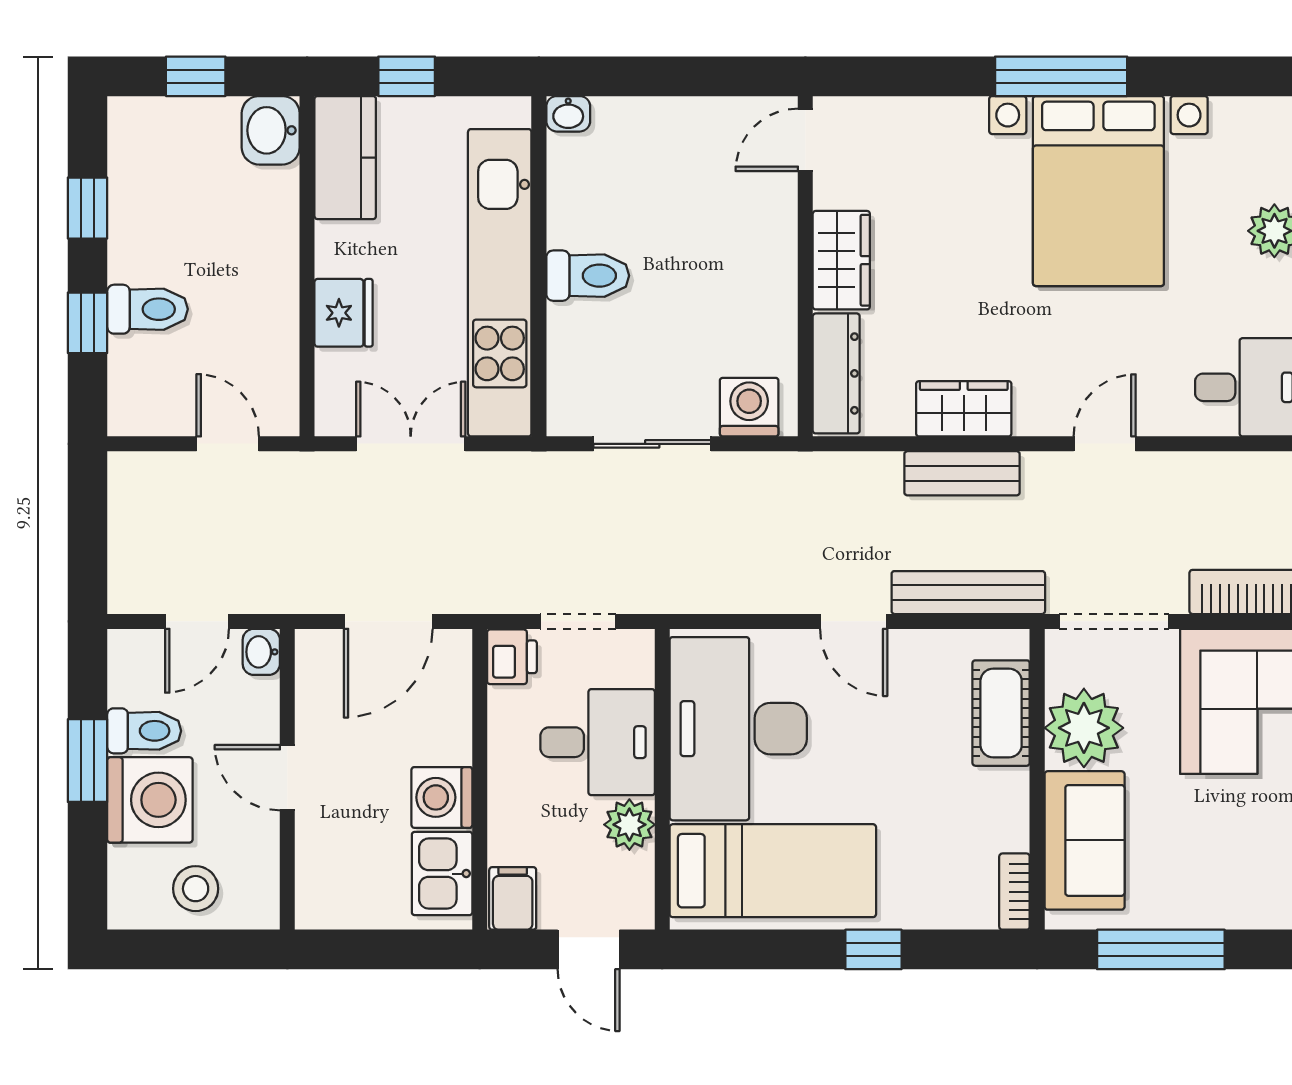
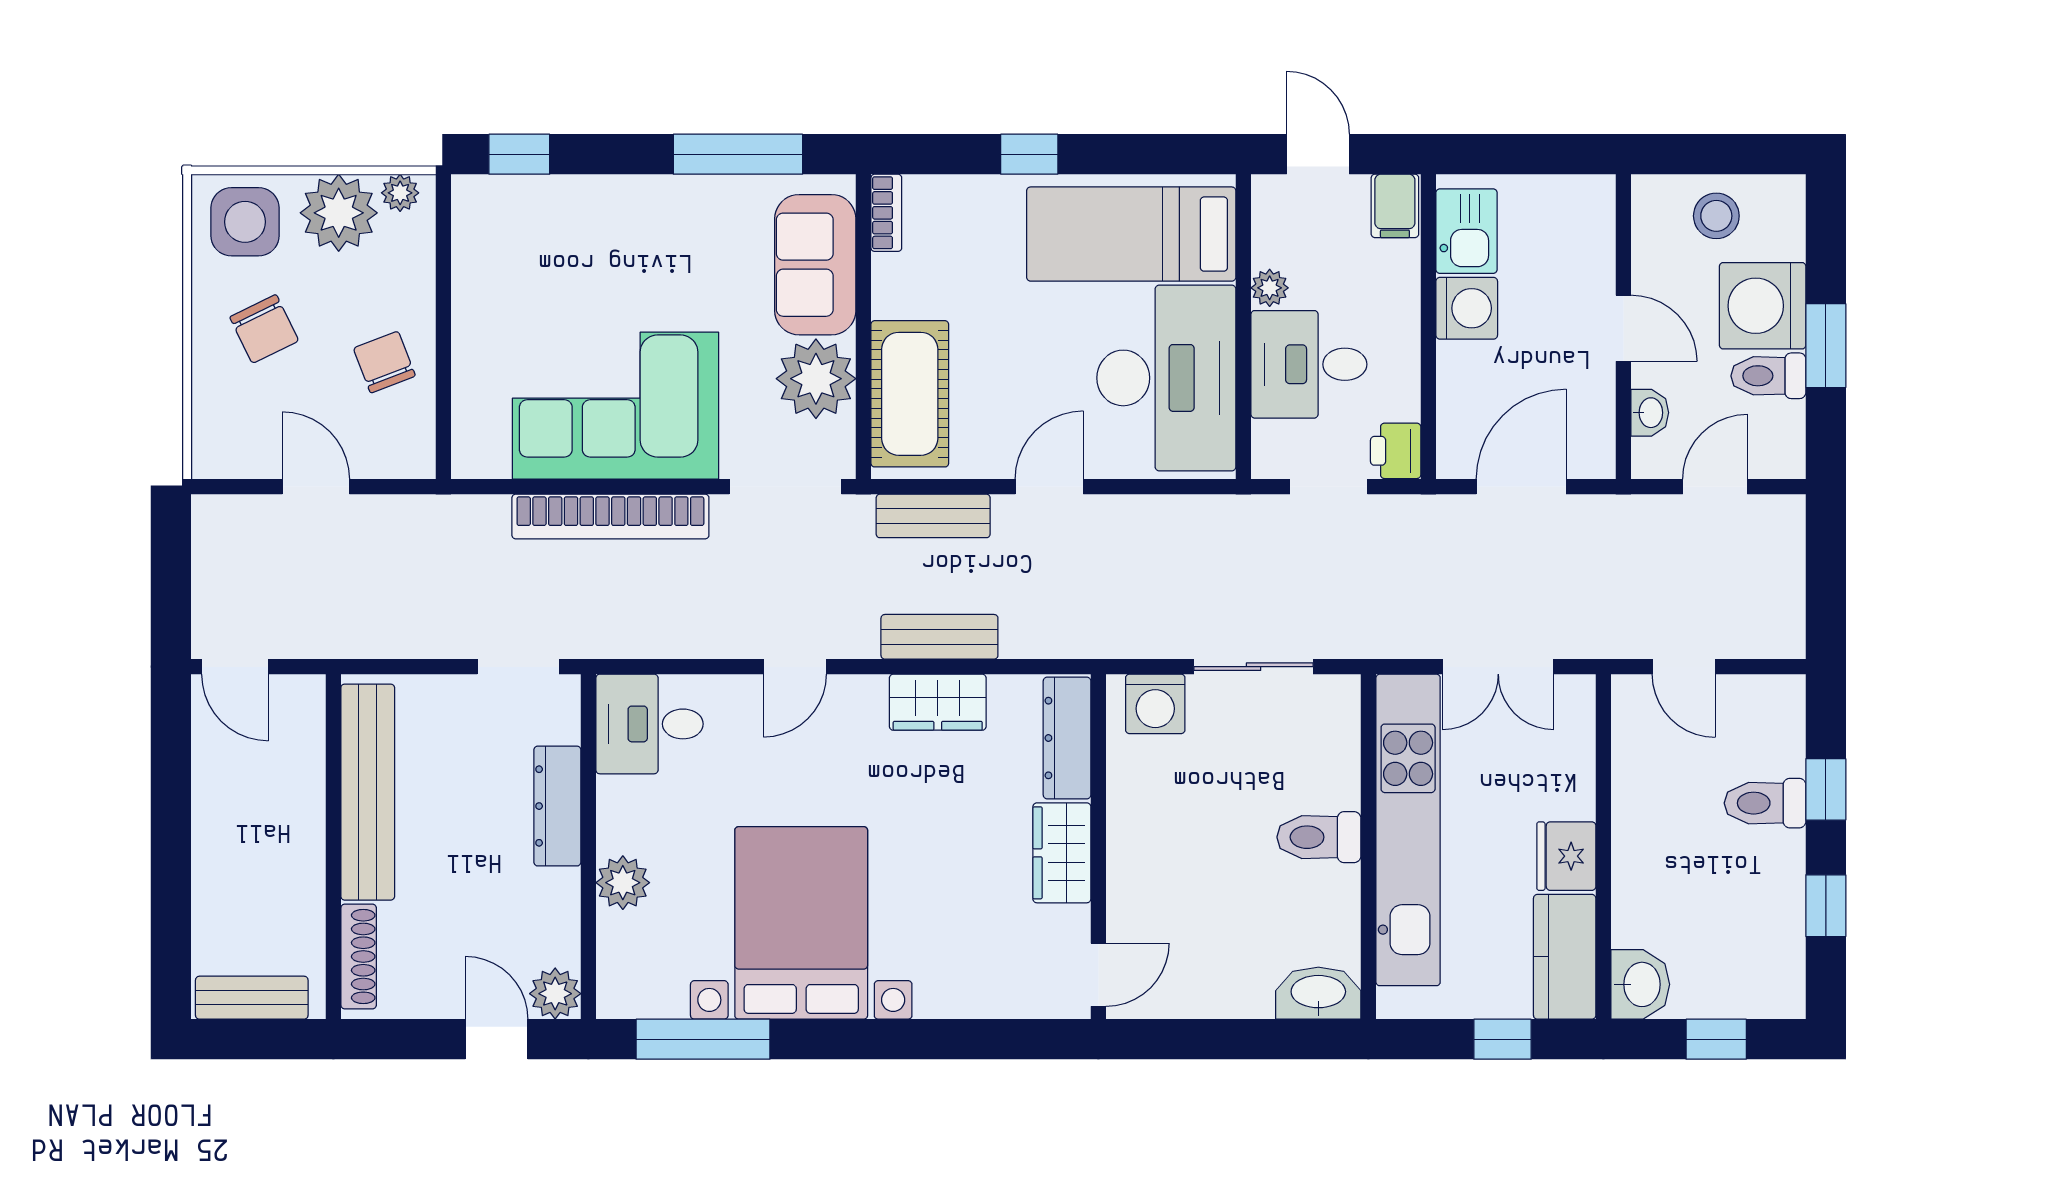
window: (1061, 76) -> (703, 1039), moved
washbasin: (568, 114) -> (1318, 993), width x1.91, depth x1.45
fridge: (344, 313) -> (1566, 856), moved
bench: (968, 593) -> (933, 516), width x0.73
door: (854, 621) -> (1049, 487), hinge flipped
washbasin: (261, 652) -> (1650, 413), moved
cot: (1001, 713) -> (910, 394), width x1.37, depth x1.34
plant: (629, 825) -> (1270, 288), width x0.73, depth x0.73

